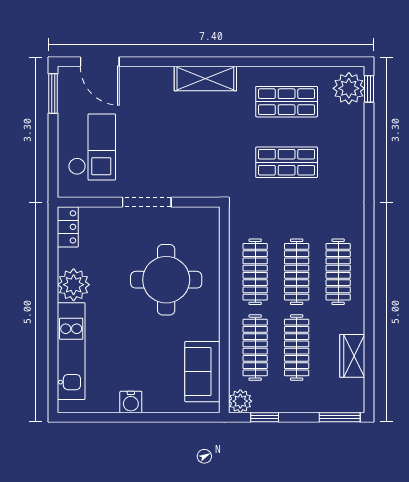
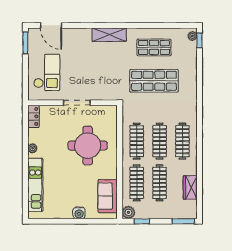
plant: (349, 88) -> (192, 36), width x0.53, depth x0.53
shop shelf: (287, 162) -> (154, 81), width x1.43, depth x1.36
plant: (74, 285) -> (32, 148), width x0.53, depth x0.53
water cooler: (131, 402) -> (79, 213), moved

